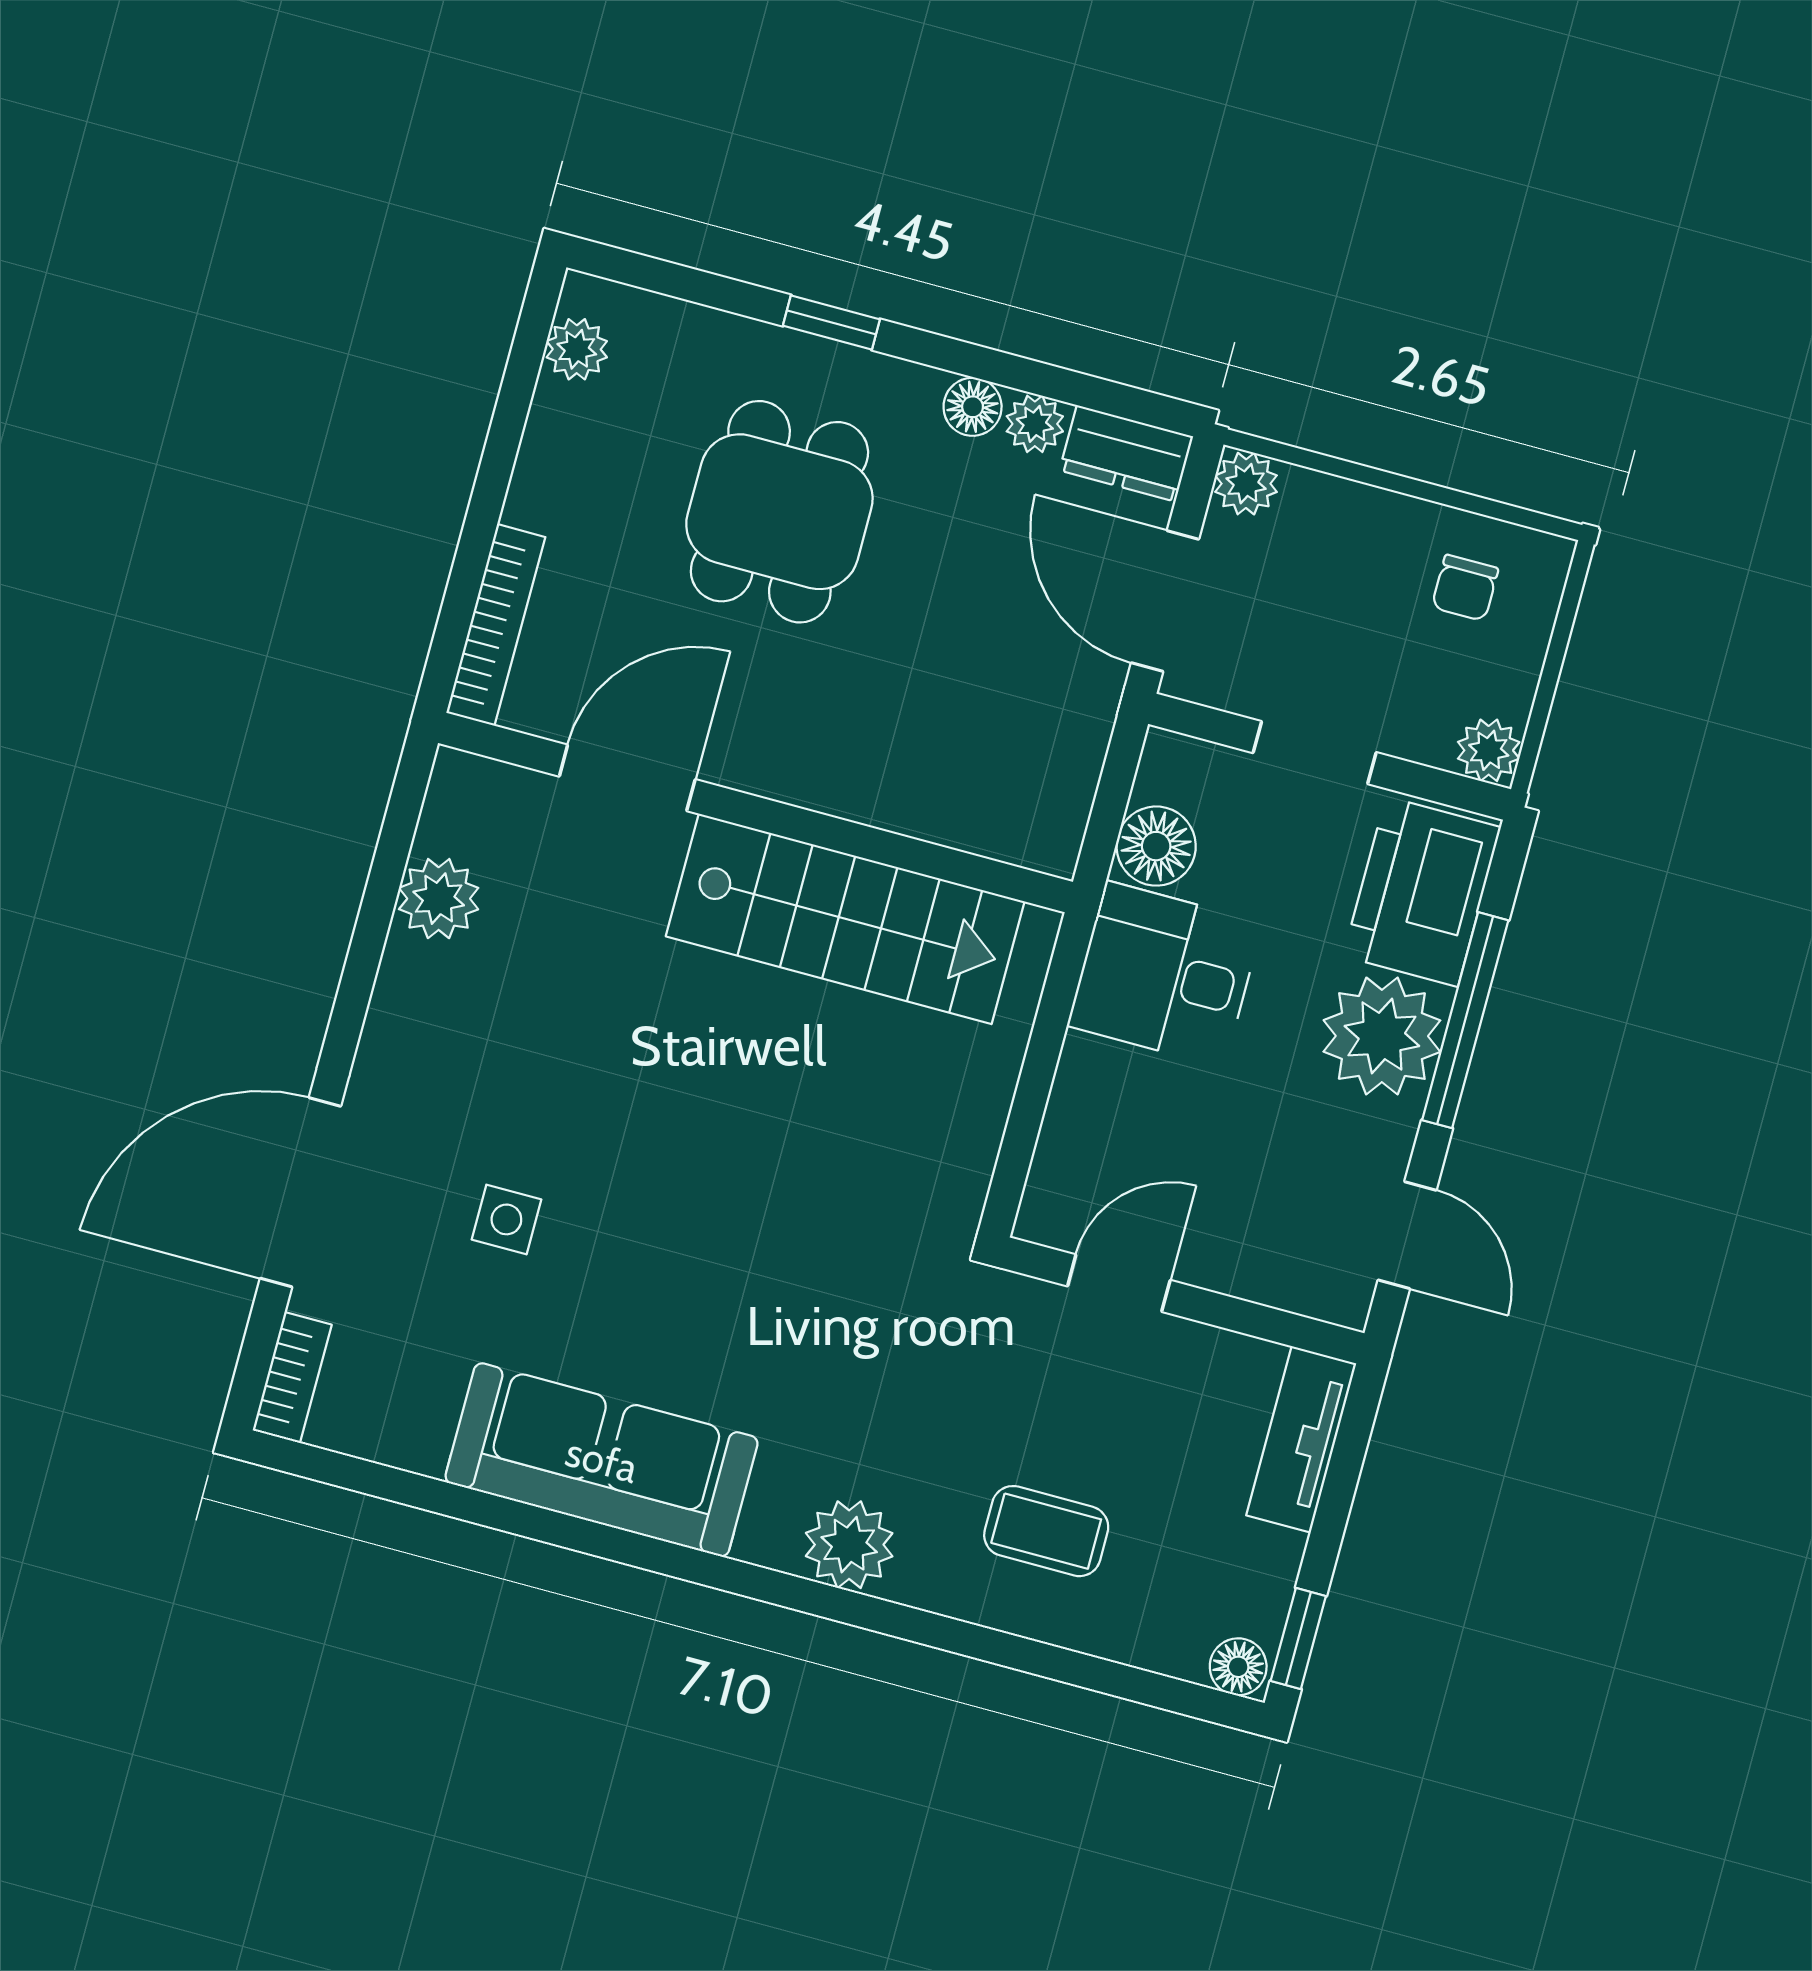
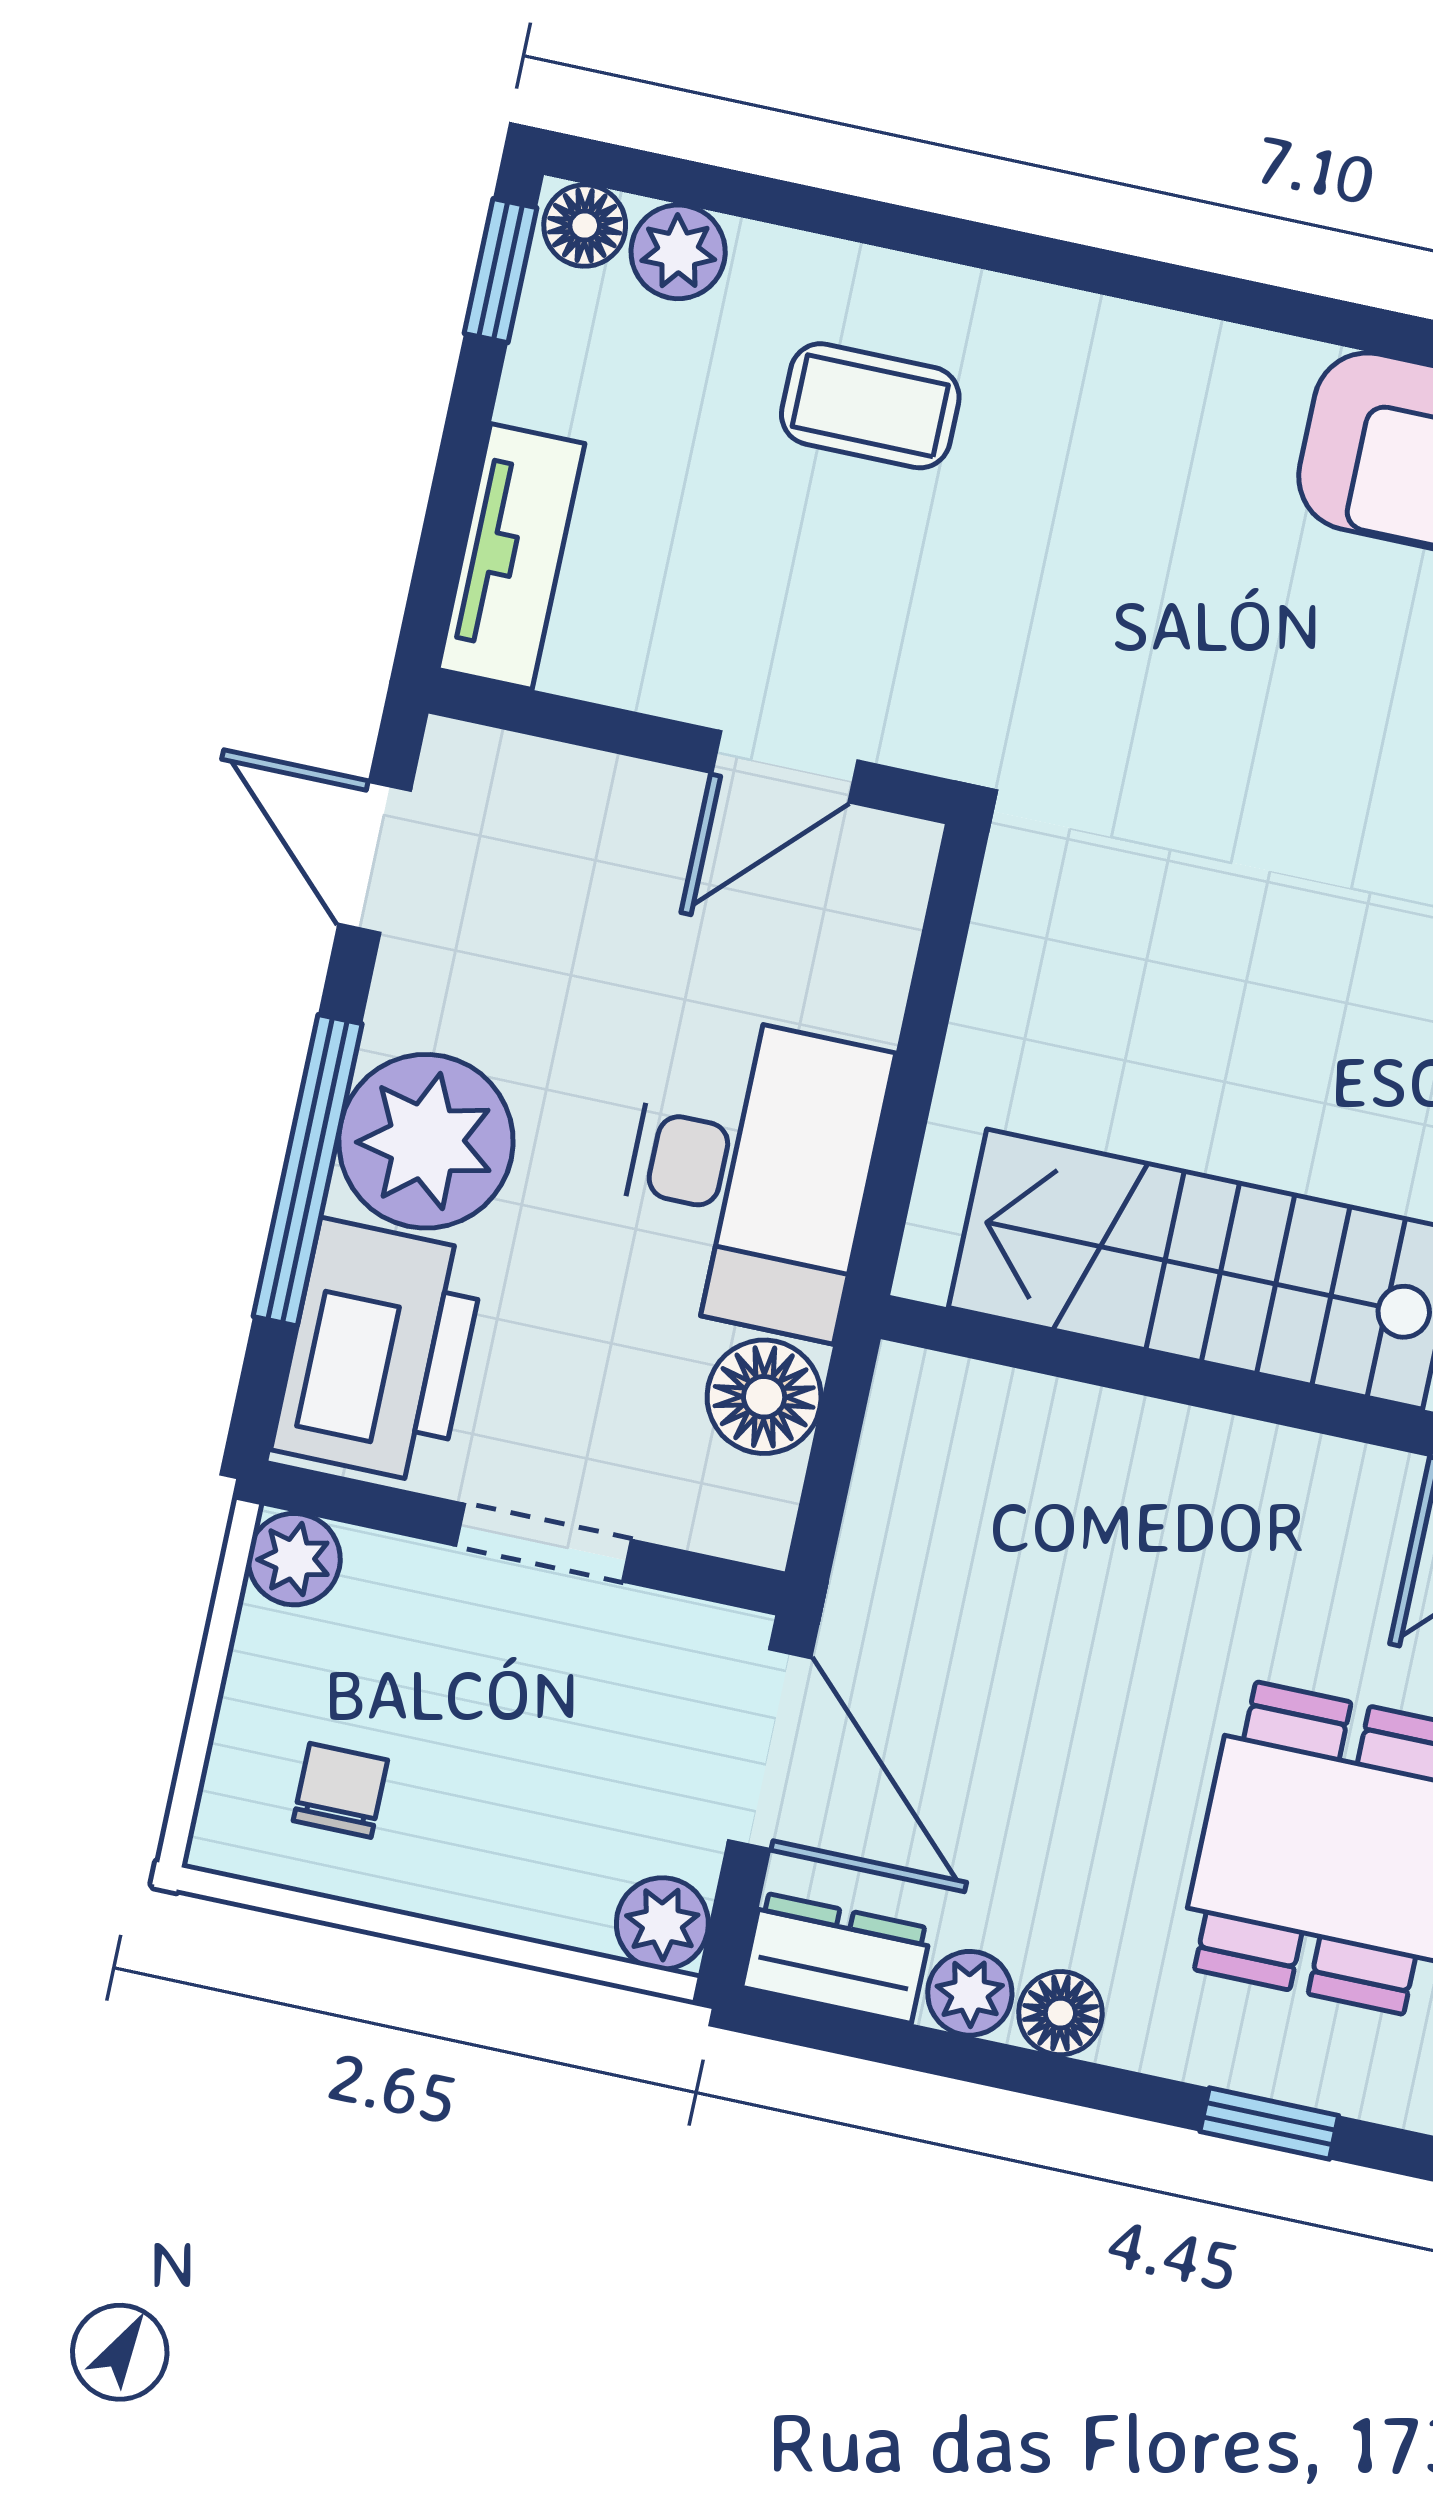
desk: (1165, 974) -> (750, 1174), width x1.37
plant: (849, 1545) -> (678, 252), moved, width x0.73, depth x0.73

